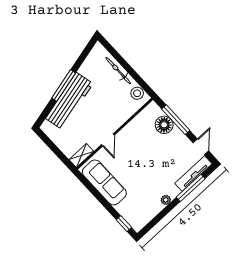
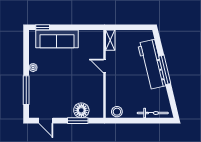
bicycle: (118, 71) -> (153, 113), moved
window: (176, 120) -> (78, 121), width x0.69
tv unit: (193, 174) -> (34, 100), removed
sofa: (104, 182) -> (57, 39), moved

